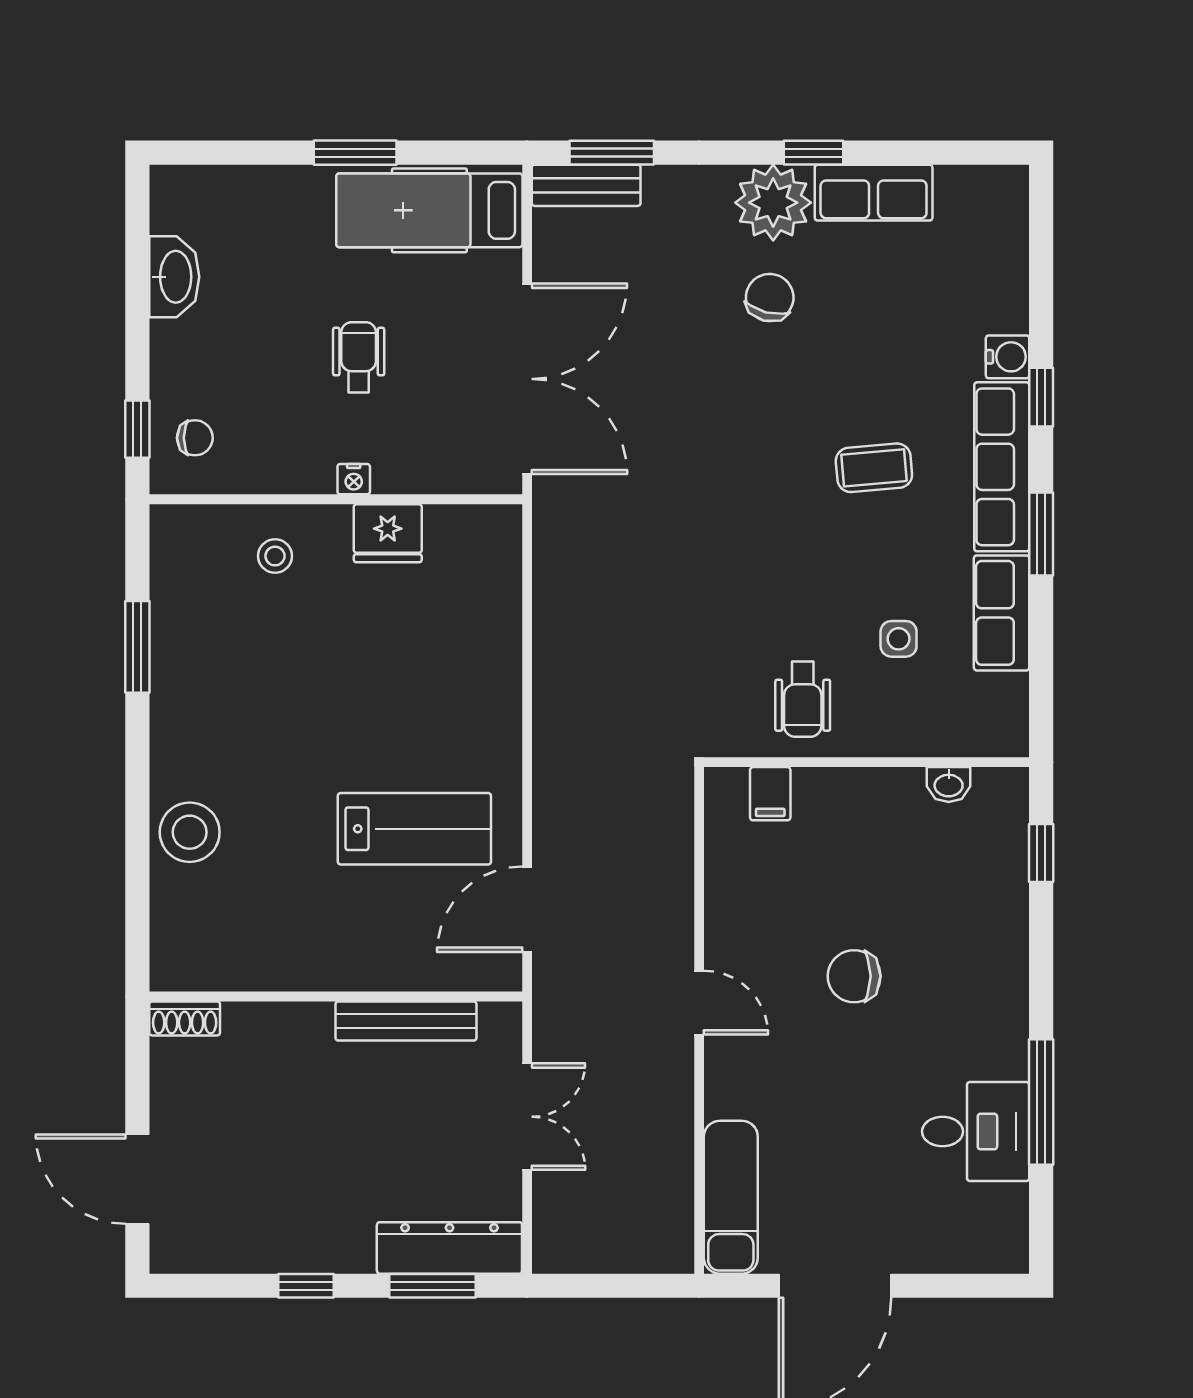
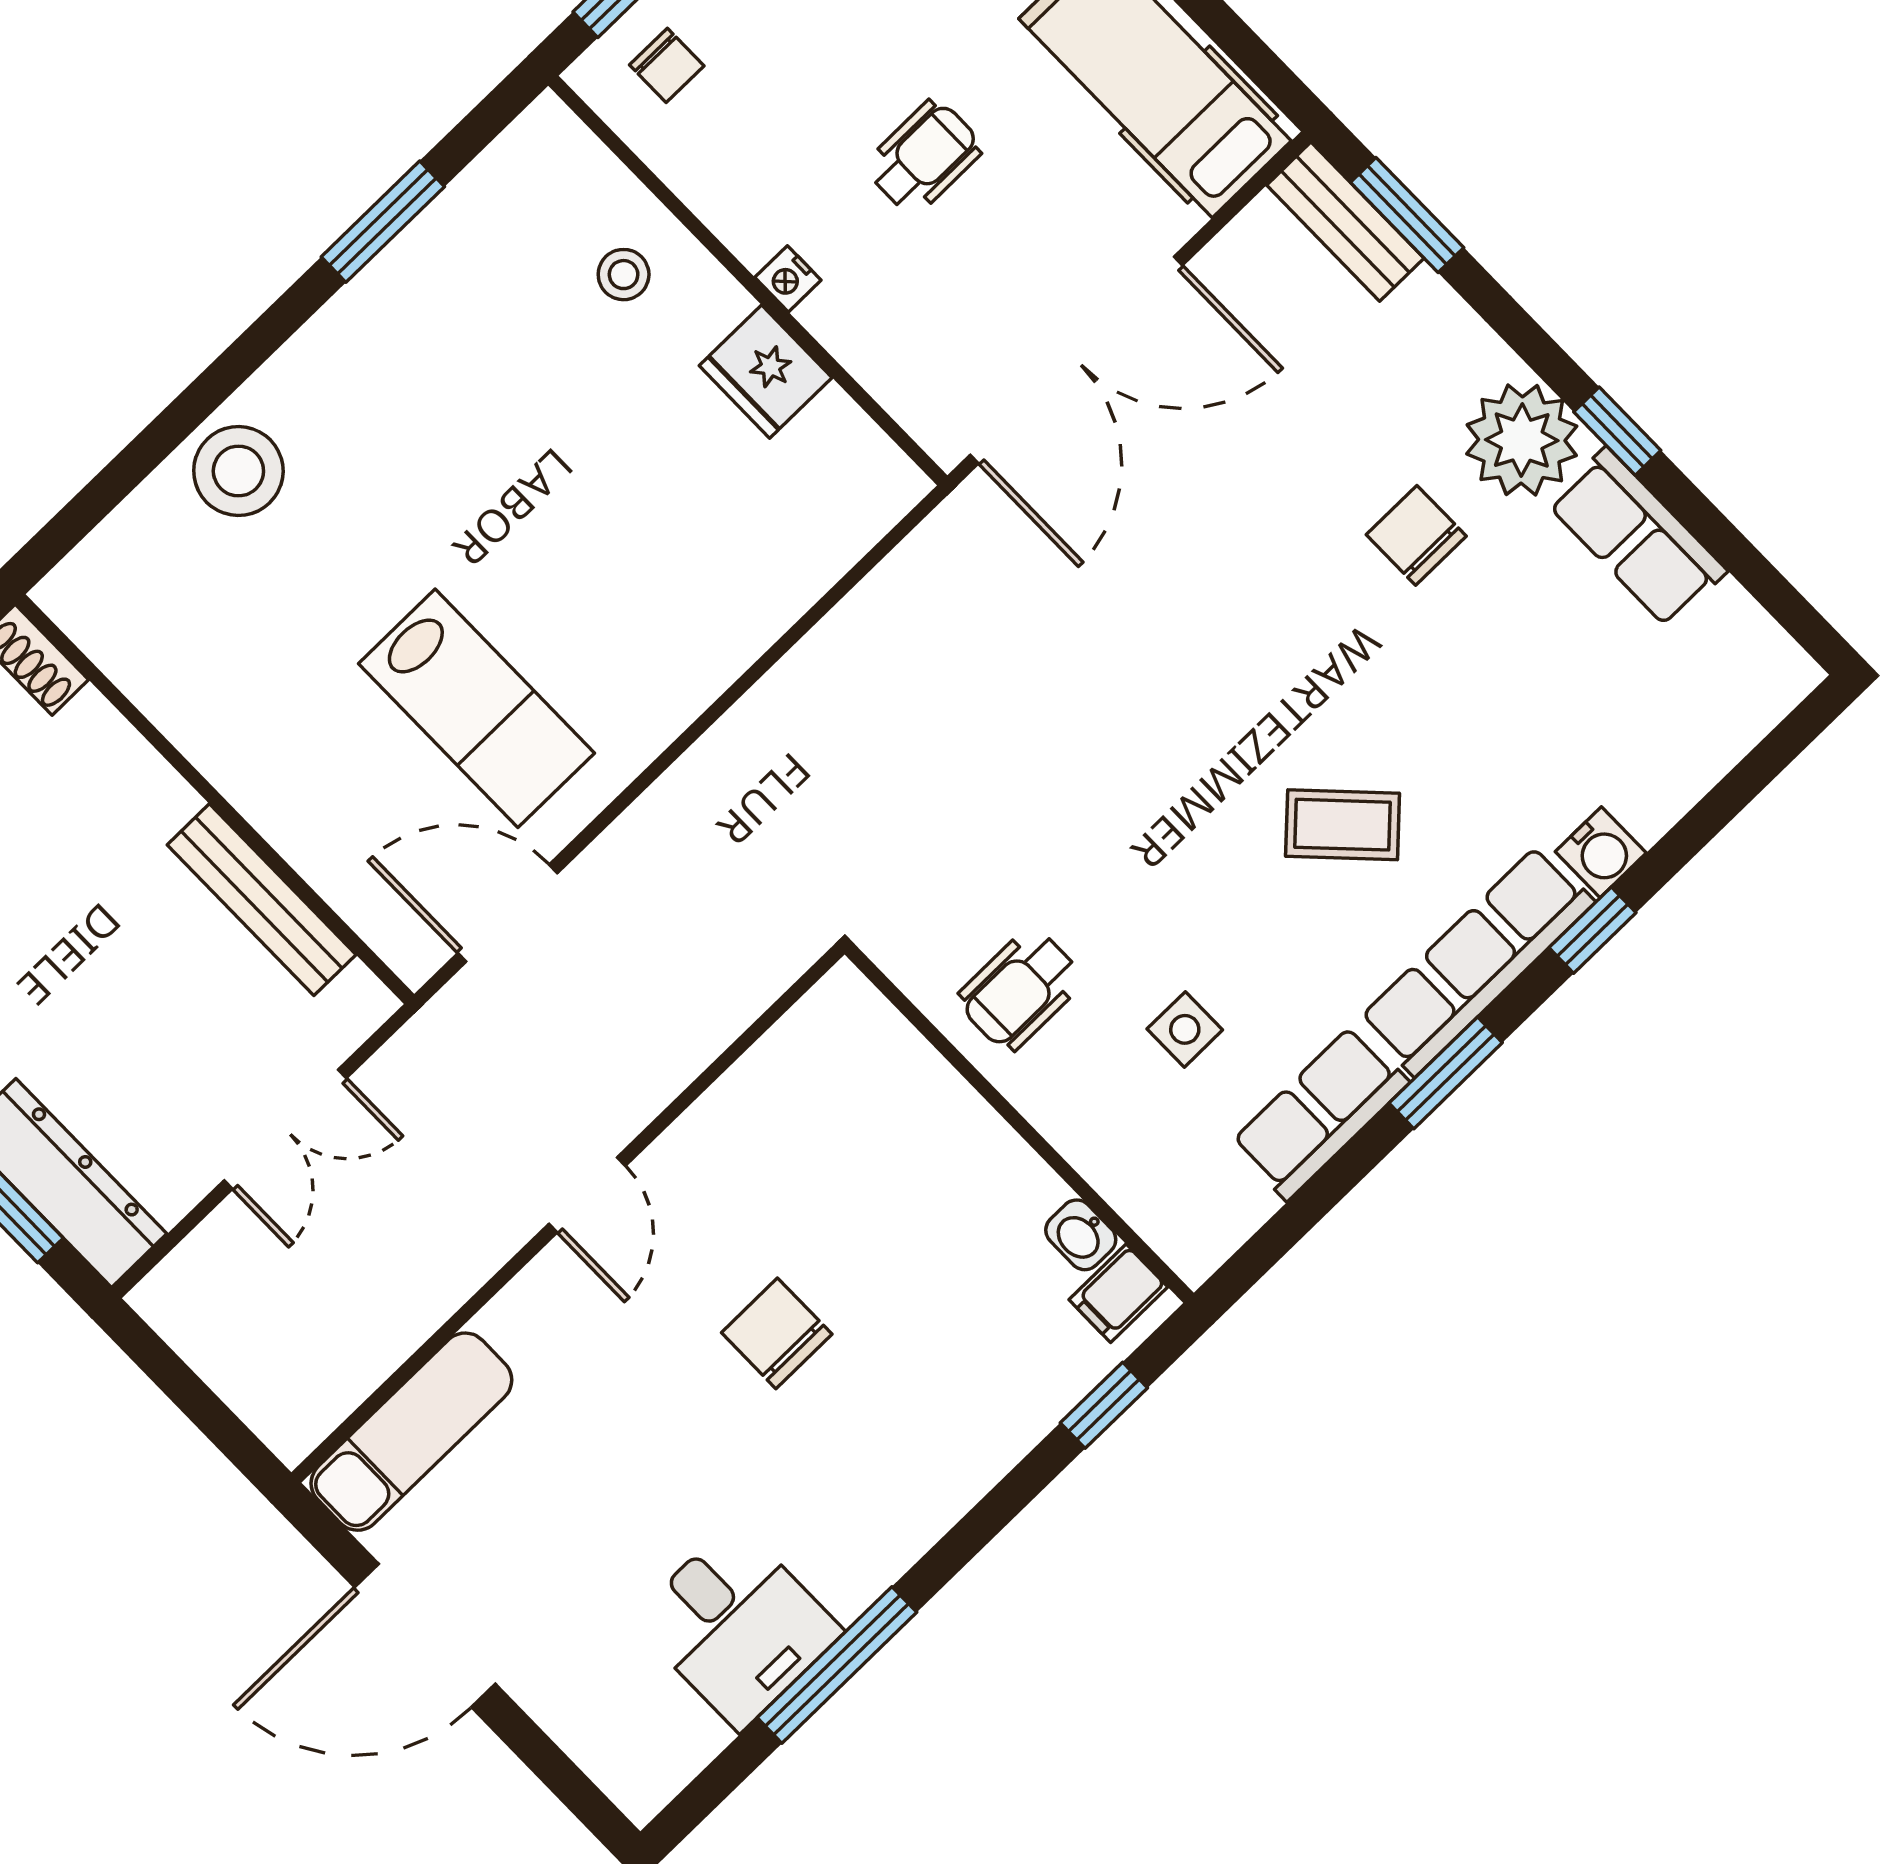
chair: (770, 298) -> (1416, 535), turned -104
coffee table: (874, 468) -> (1343, 825), turned -39
filing cabinet: (770, 794) -> (1118, 1293), moved

